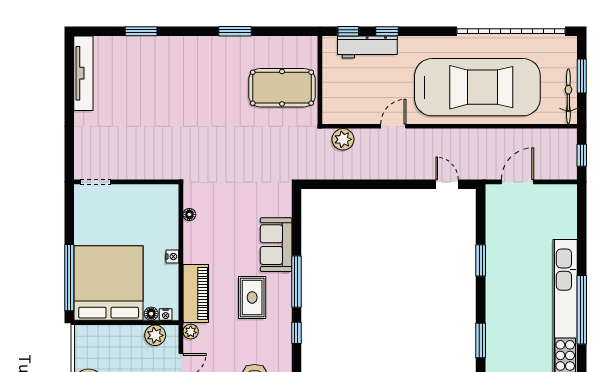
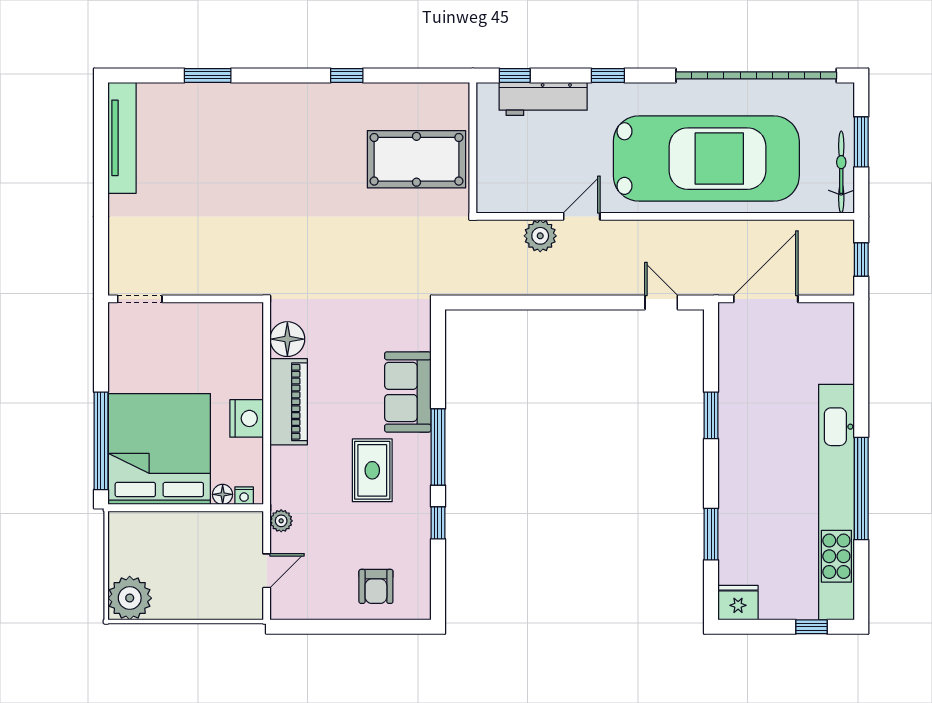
window: (235, 31) -> (347, 75), width x0.67
window: (387, 31) -> (608, 75), moved
plant: (343, 139) -> (540, 236), moved
door: (518, 182) -> (766, 299), width x1.36
floor lamp: (189, 214) -> (287, 339), width x1.89, depth x1.89
nightstand: (172, 257) -> (247, 418), width x1.89, depth x1.79
piano: (196, 293) -> (289, 402), moved
plant: (155, 335) -> (228, 526), removed

